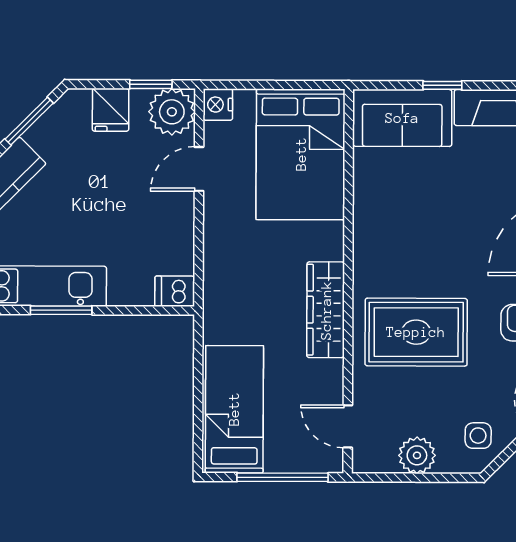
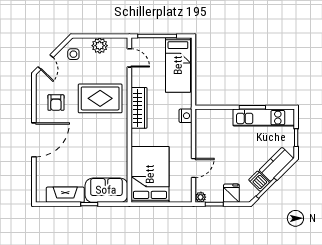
nightstand: (218, 105) -> (185, 116), moved
plant: (172, 112) -> (201, 197), width x0.53, depth x0.53
dishwasher: (175, 291) -> (259, 181), moved, turned -135

